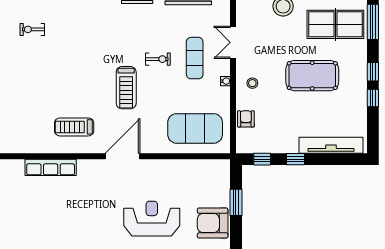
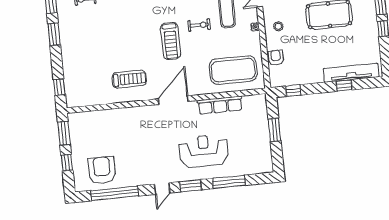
exercise bike: (158, 59) -> (199, 25), moved
treadmill: (74, 127) -> (129, 79), turned 180
window: (296, 159) -> (344, 85), moved
row of seats: (51, 167) -> (220, 105), moved
armchair: (213, 223) -> (102, 170), moved, turned 90

